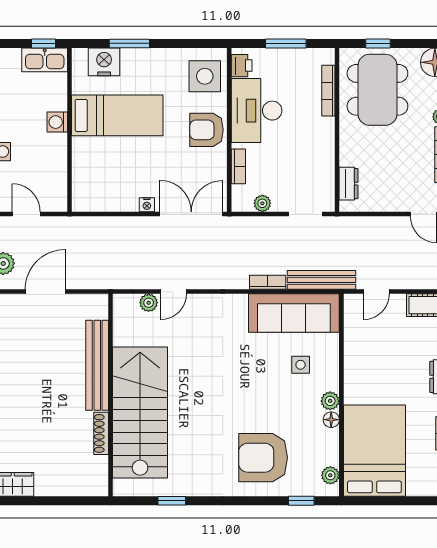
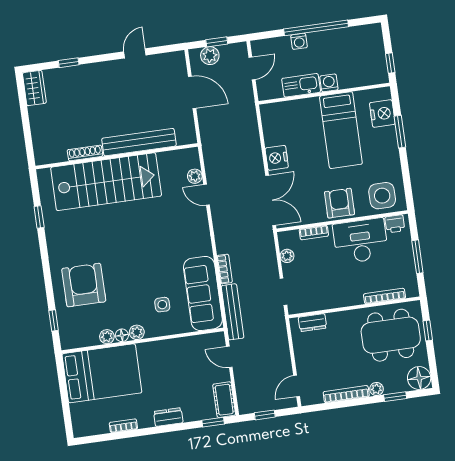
kitchen sink: (45, 60) -> (301, 85), moved, turned 90
nightstand: (147, 205) -> (277, 158), width x1.89, depth x1.79
plant: (330, 475) -> (107, 337), moved

